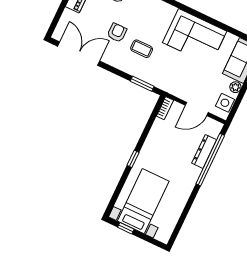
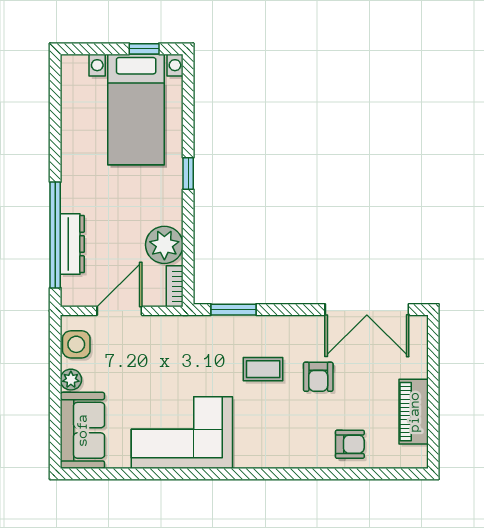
plant: (161, 130) -> (164, 245), added

